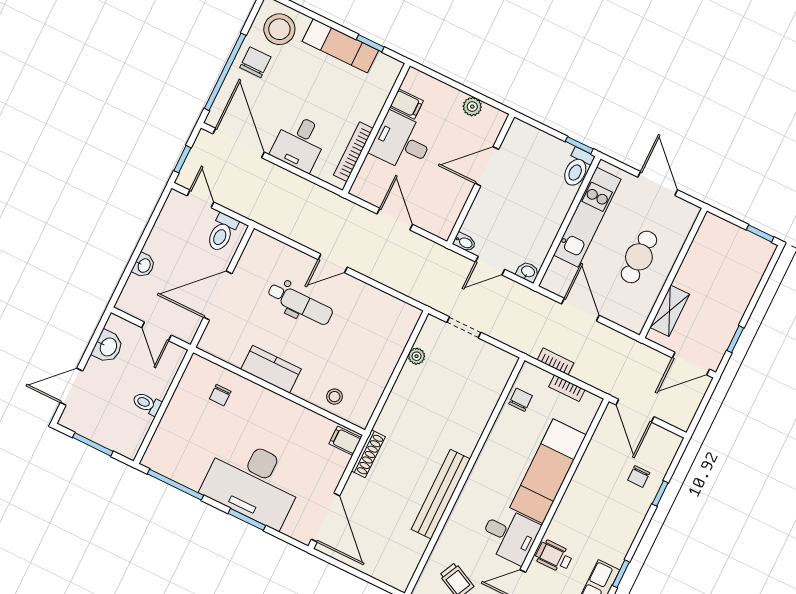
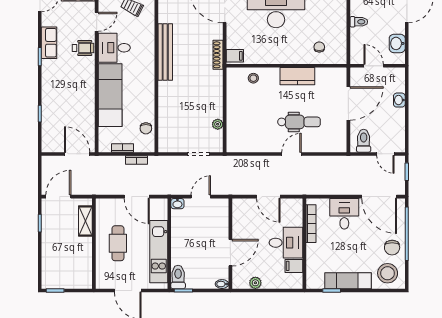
bidet: (464, 242) -> (222, 284), moved
dental chair: (300, 303) -> (299, 122), turned 180
chair: (639, 476) -> (57, 117), removed

